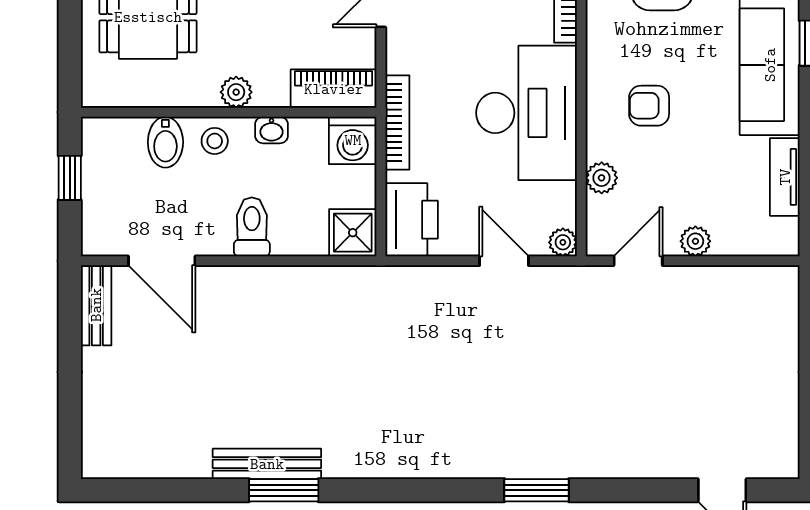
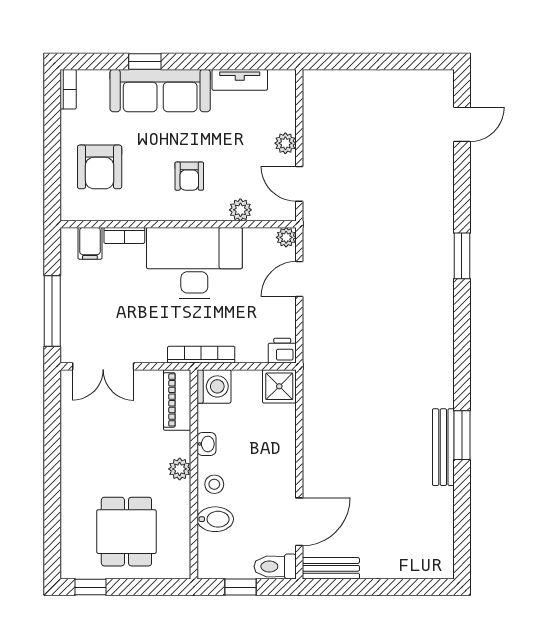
printer: (412, 220) -> (282, 351), width x0.53, depth x0.68
toilet: (252, 227) -> (275, 566), moved

